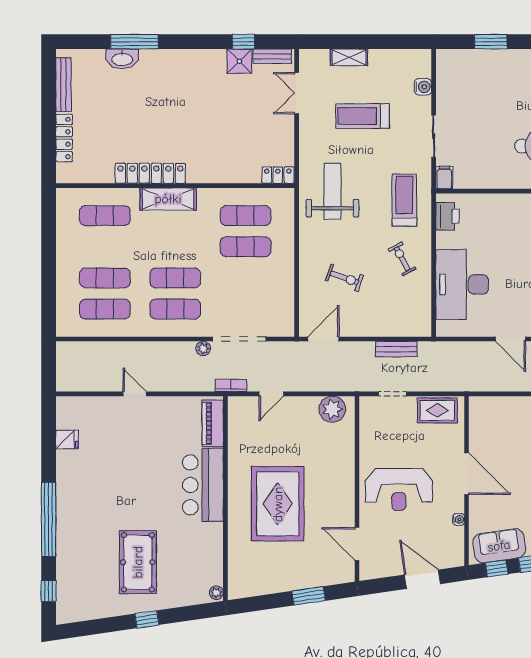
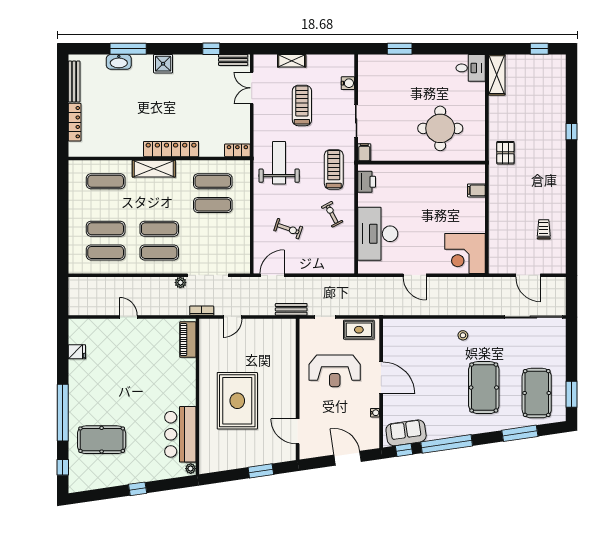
shower: (239, 61) -> (163, 64), moved
treadmill: (363, 116) -> (302, 105), turned 90
locker: (150, 173) -> (171, 149), moved
bench: (396, 349) -> (291, 309), moved
plant: (332, 409) -> (279, 329), removed
bar counter: (203, 485) -> (180, 434), moved
reception desk: (399, 489) -> (335, 371), moved
pool table: (138, 562) -> (102, 440), moved, turned 90

